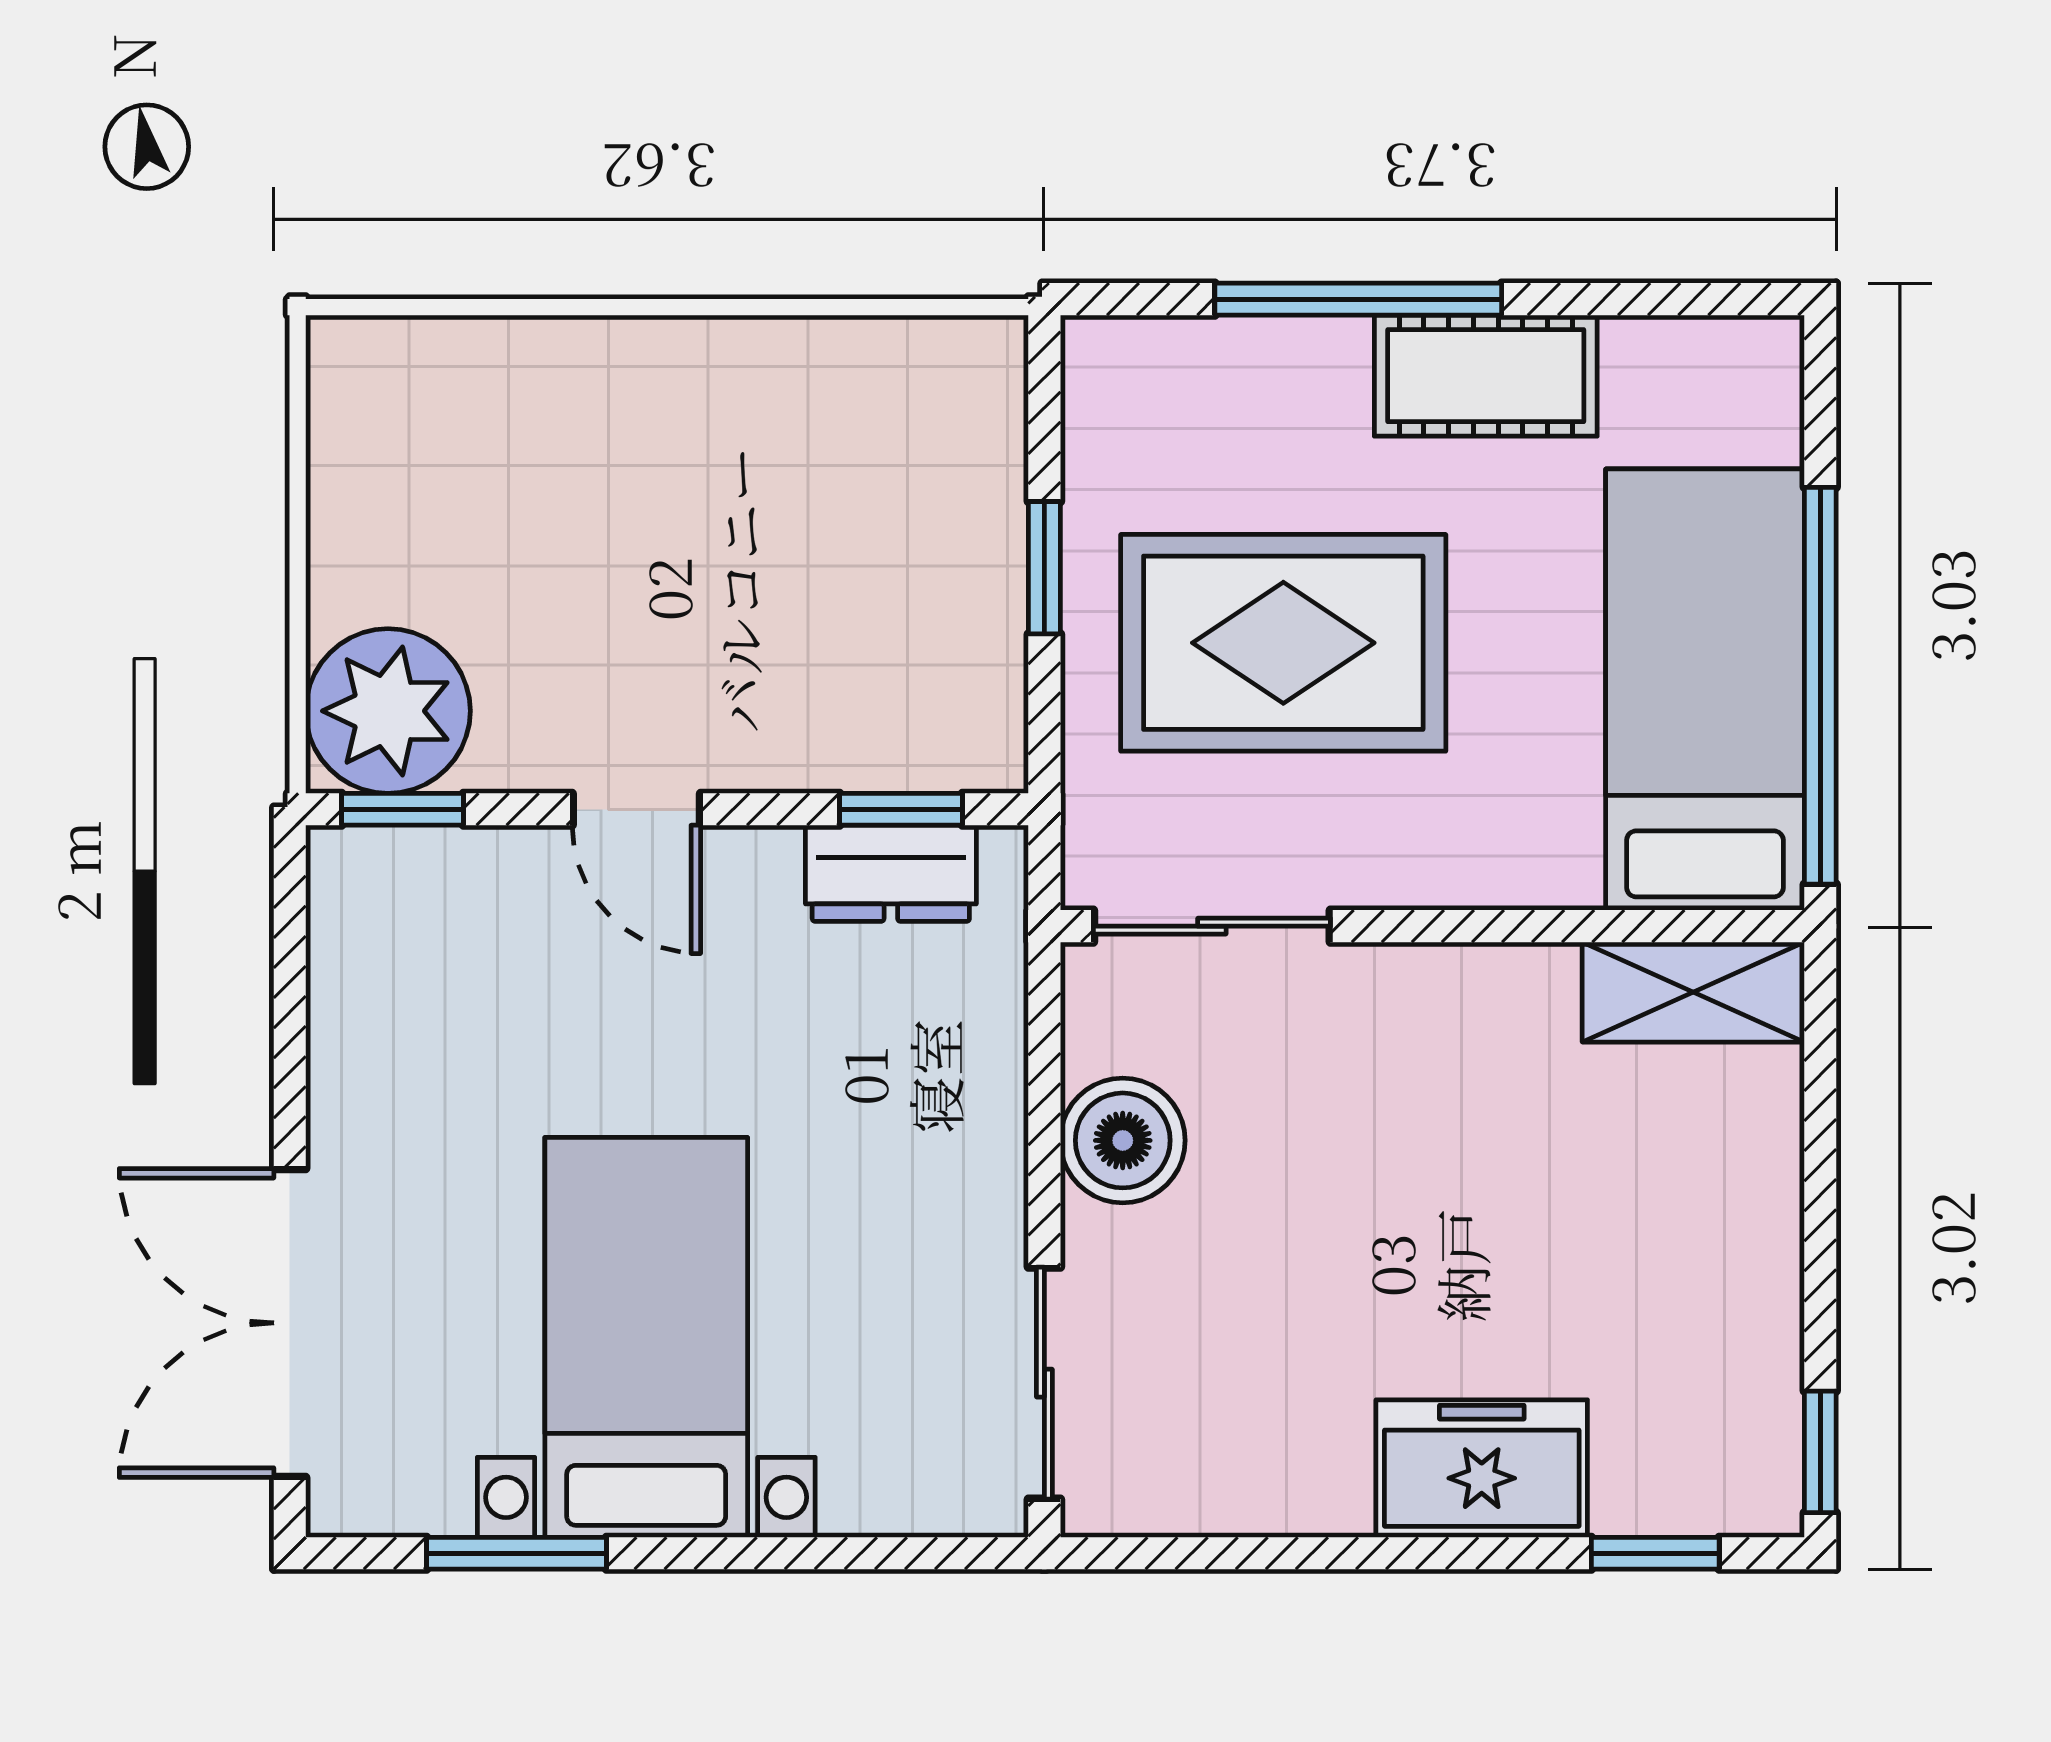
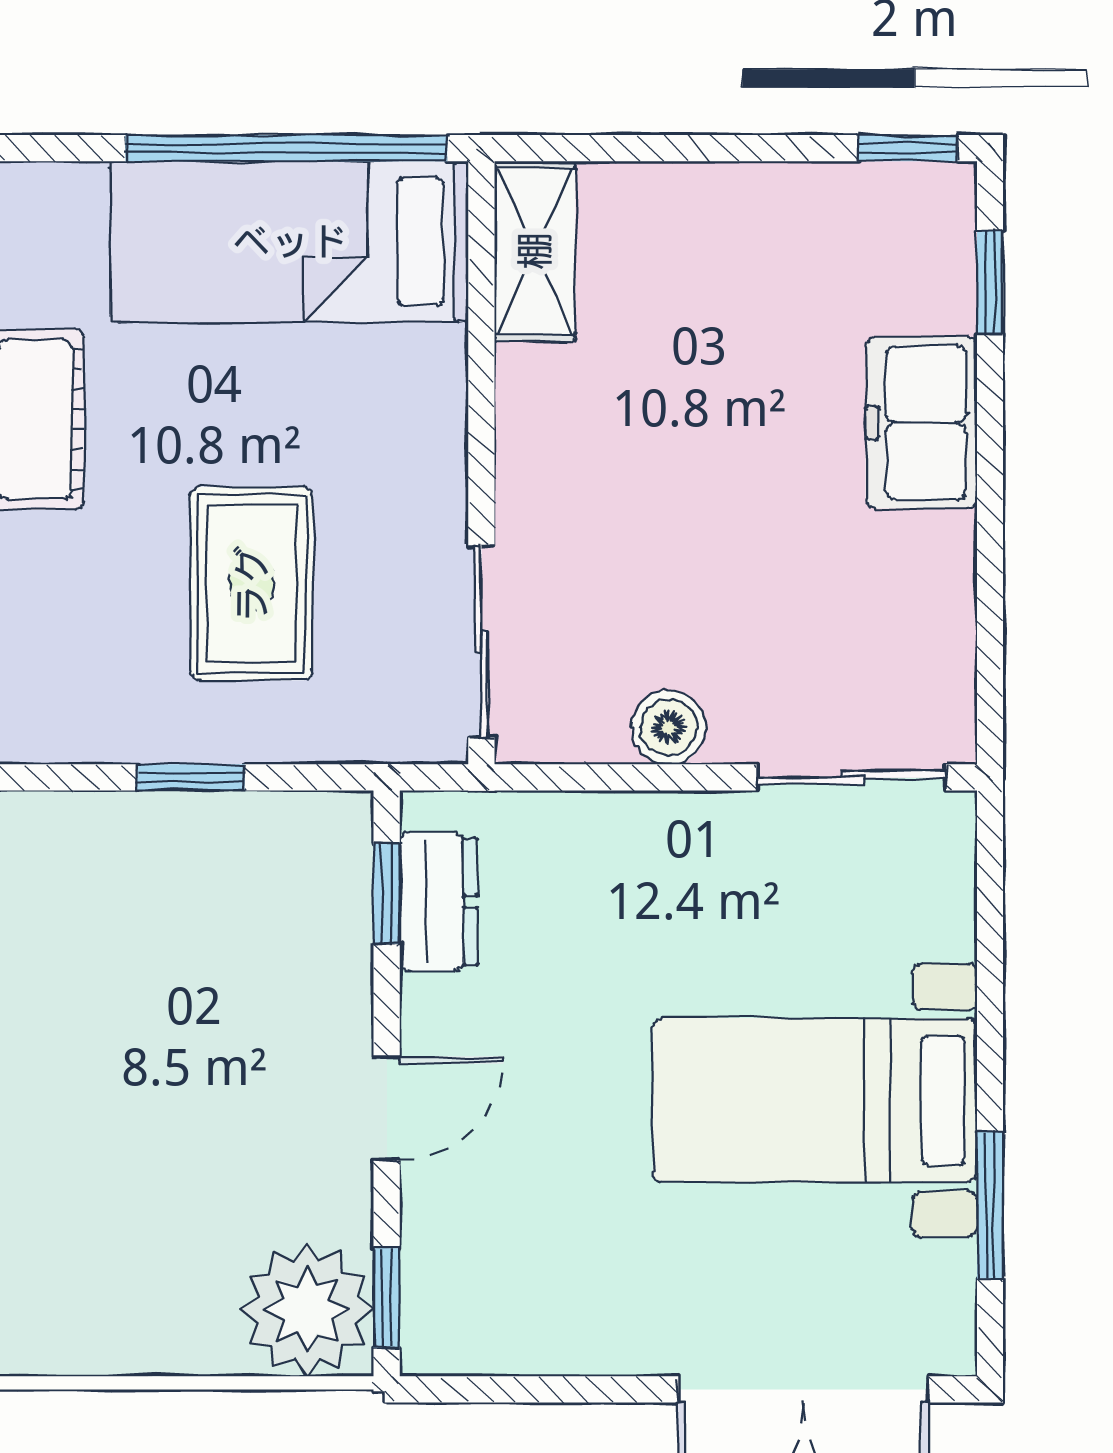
rug: (1283, 643) -> (252, 584), width x0.73, depth x0.70
boiler: (1123, 1140) -> (669, 727), width x0.73, depth x0.73

